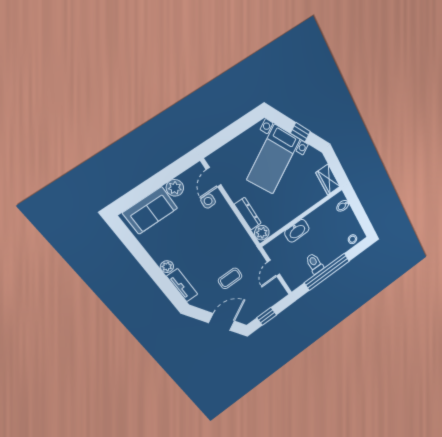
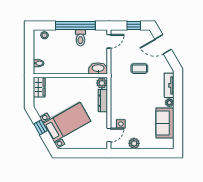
sofa: (150, 210) -> (165, 123), moved, turned -90
washbasin: (297, 231) -> (98, 68), moved
door: (274, 268) -> (109, 41), moved

